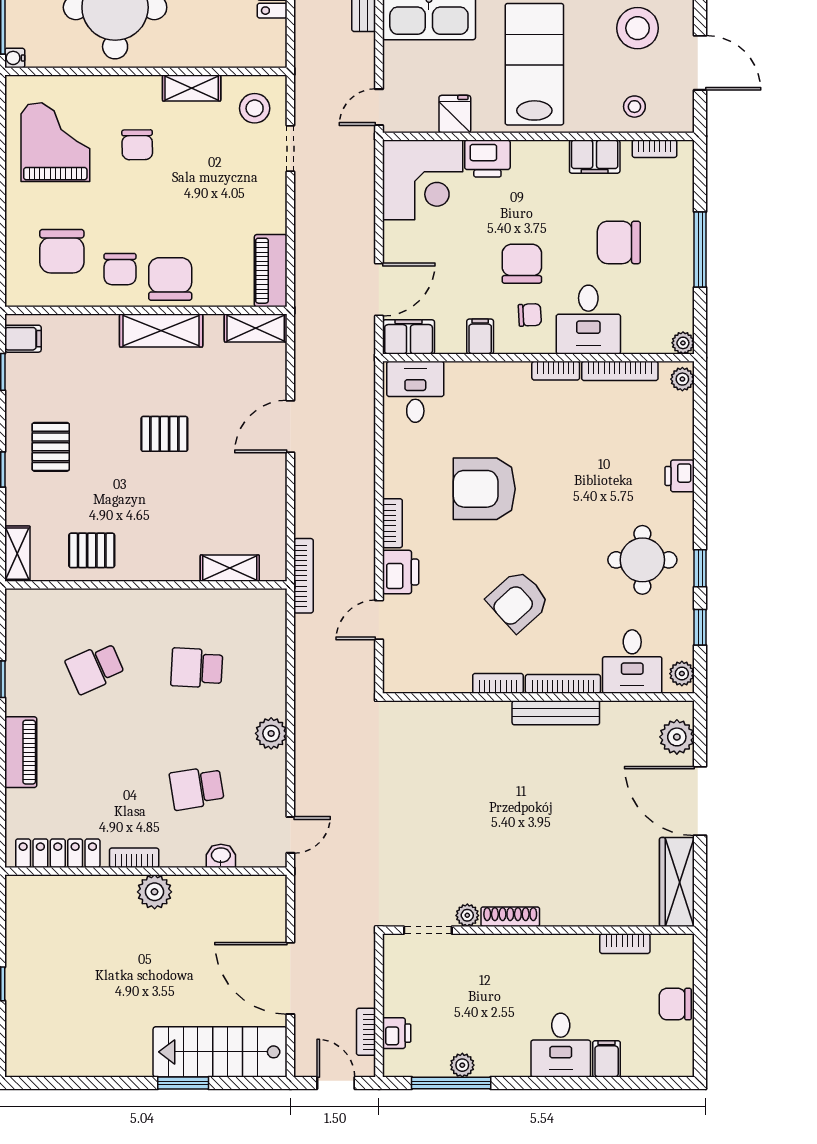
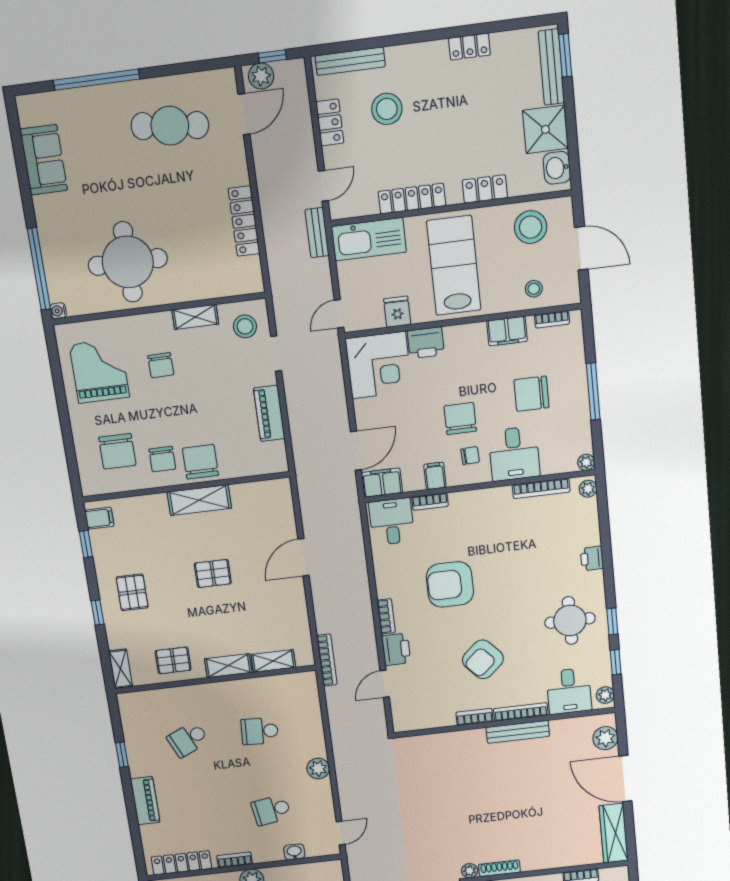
piano: (271, 271) -> (269, 413), moved
shelving: (256, 328) -> (228, 666), moved
bookcase: (556, 371) -> (430, 502), moved

